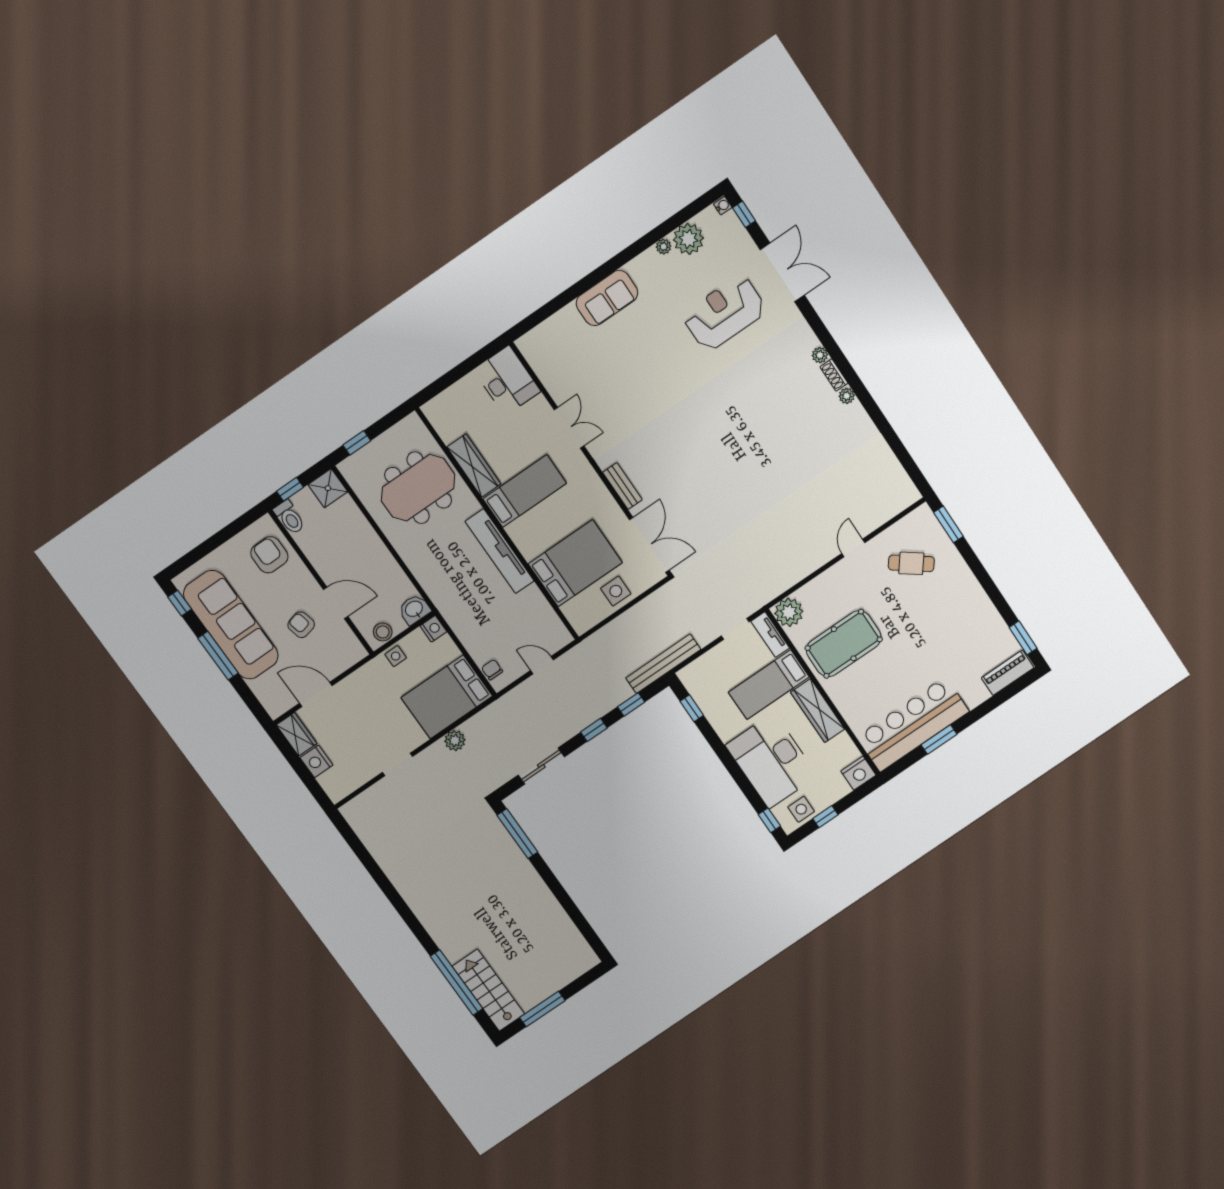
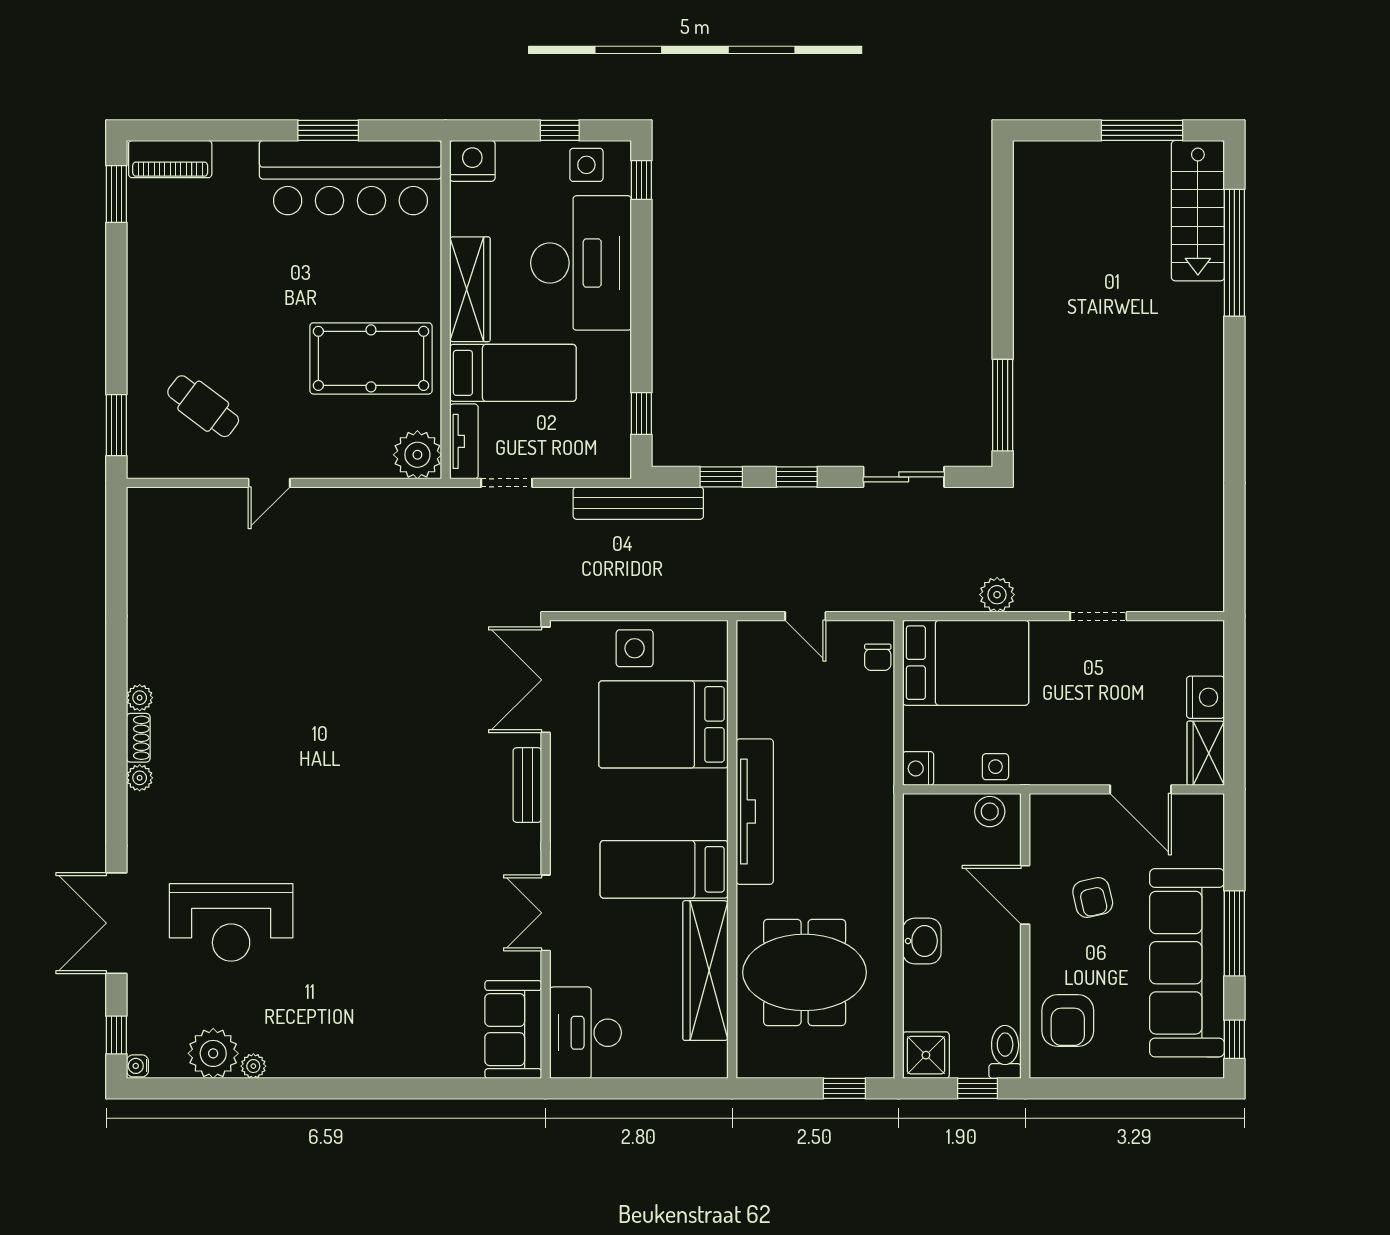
sofa: (607, 298) -> (513, 1030), moved, turned -90
wardrobe: (474, 465) -> (705, 971), width x1.40, depth x1.17
washbasin: (414, 609) -> (922, 941), moved, turned -90

